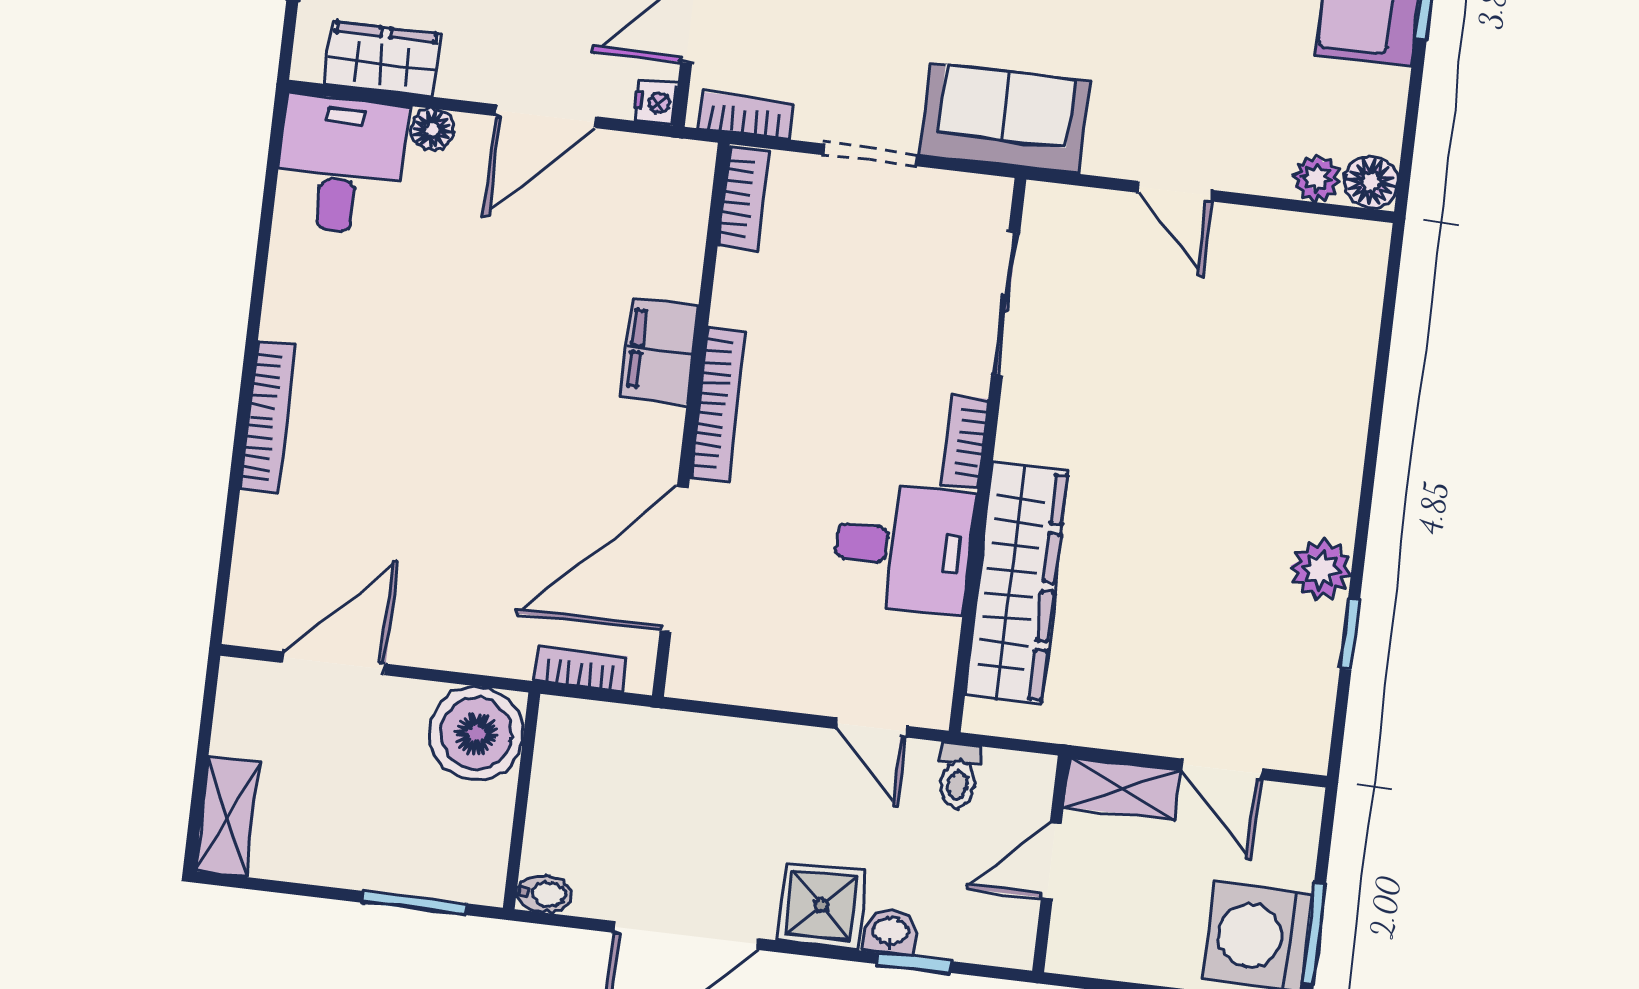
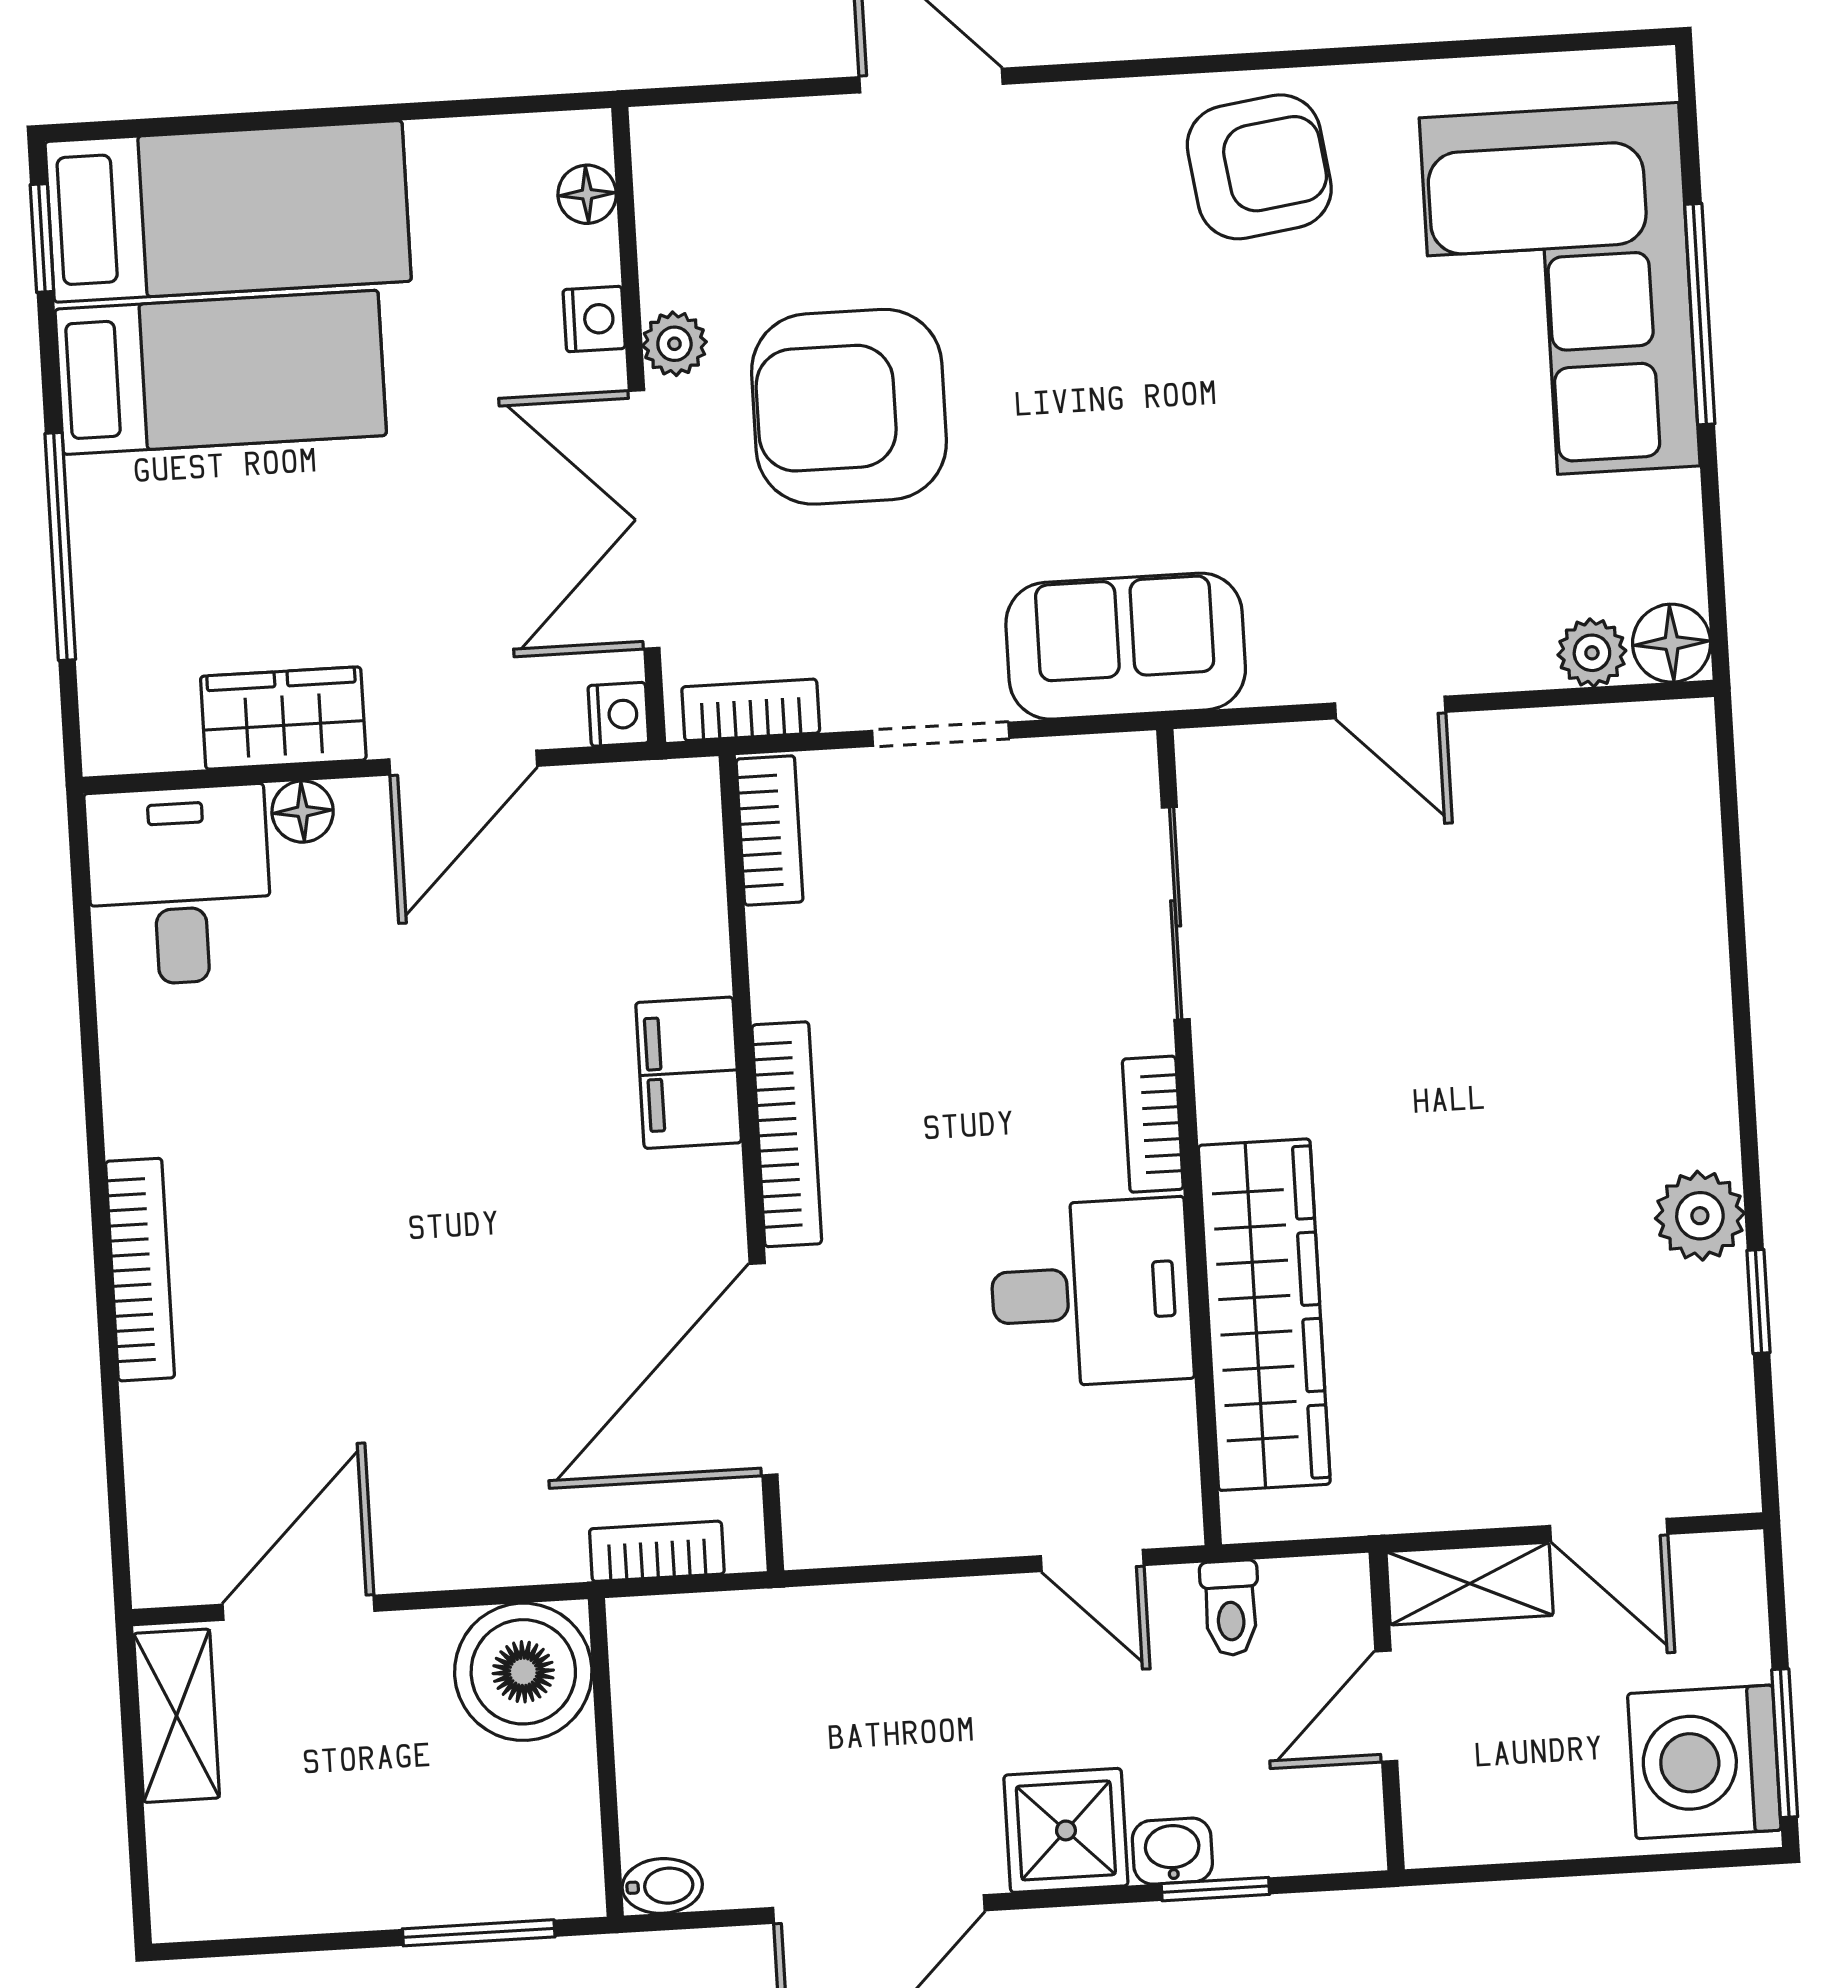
wardrobe: (383, 59) -> (283, 718), moved
shelving: (227, 817) -> (177, 1716), moved

